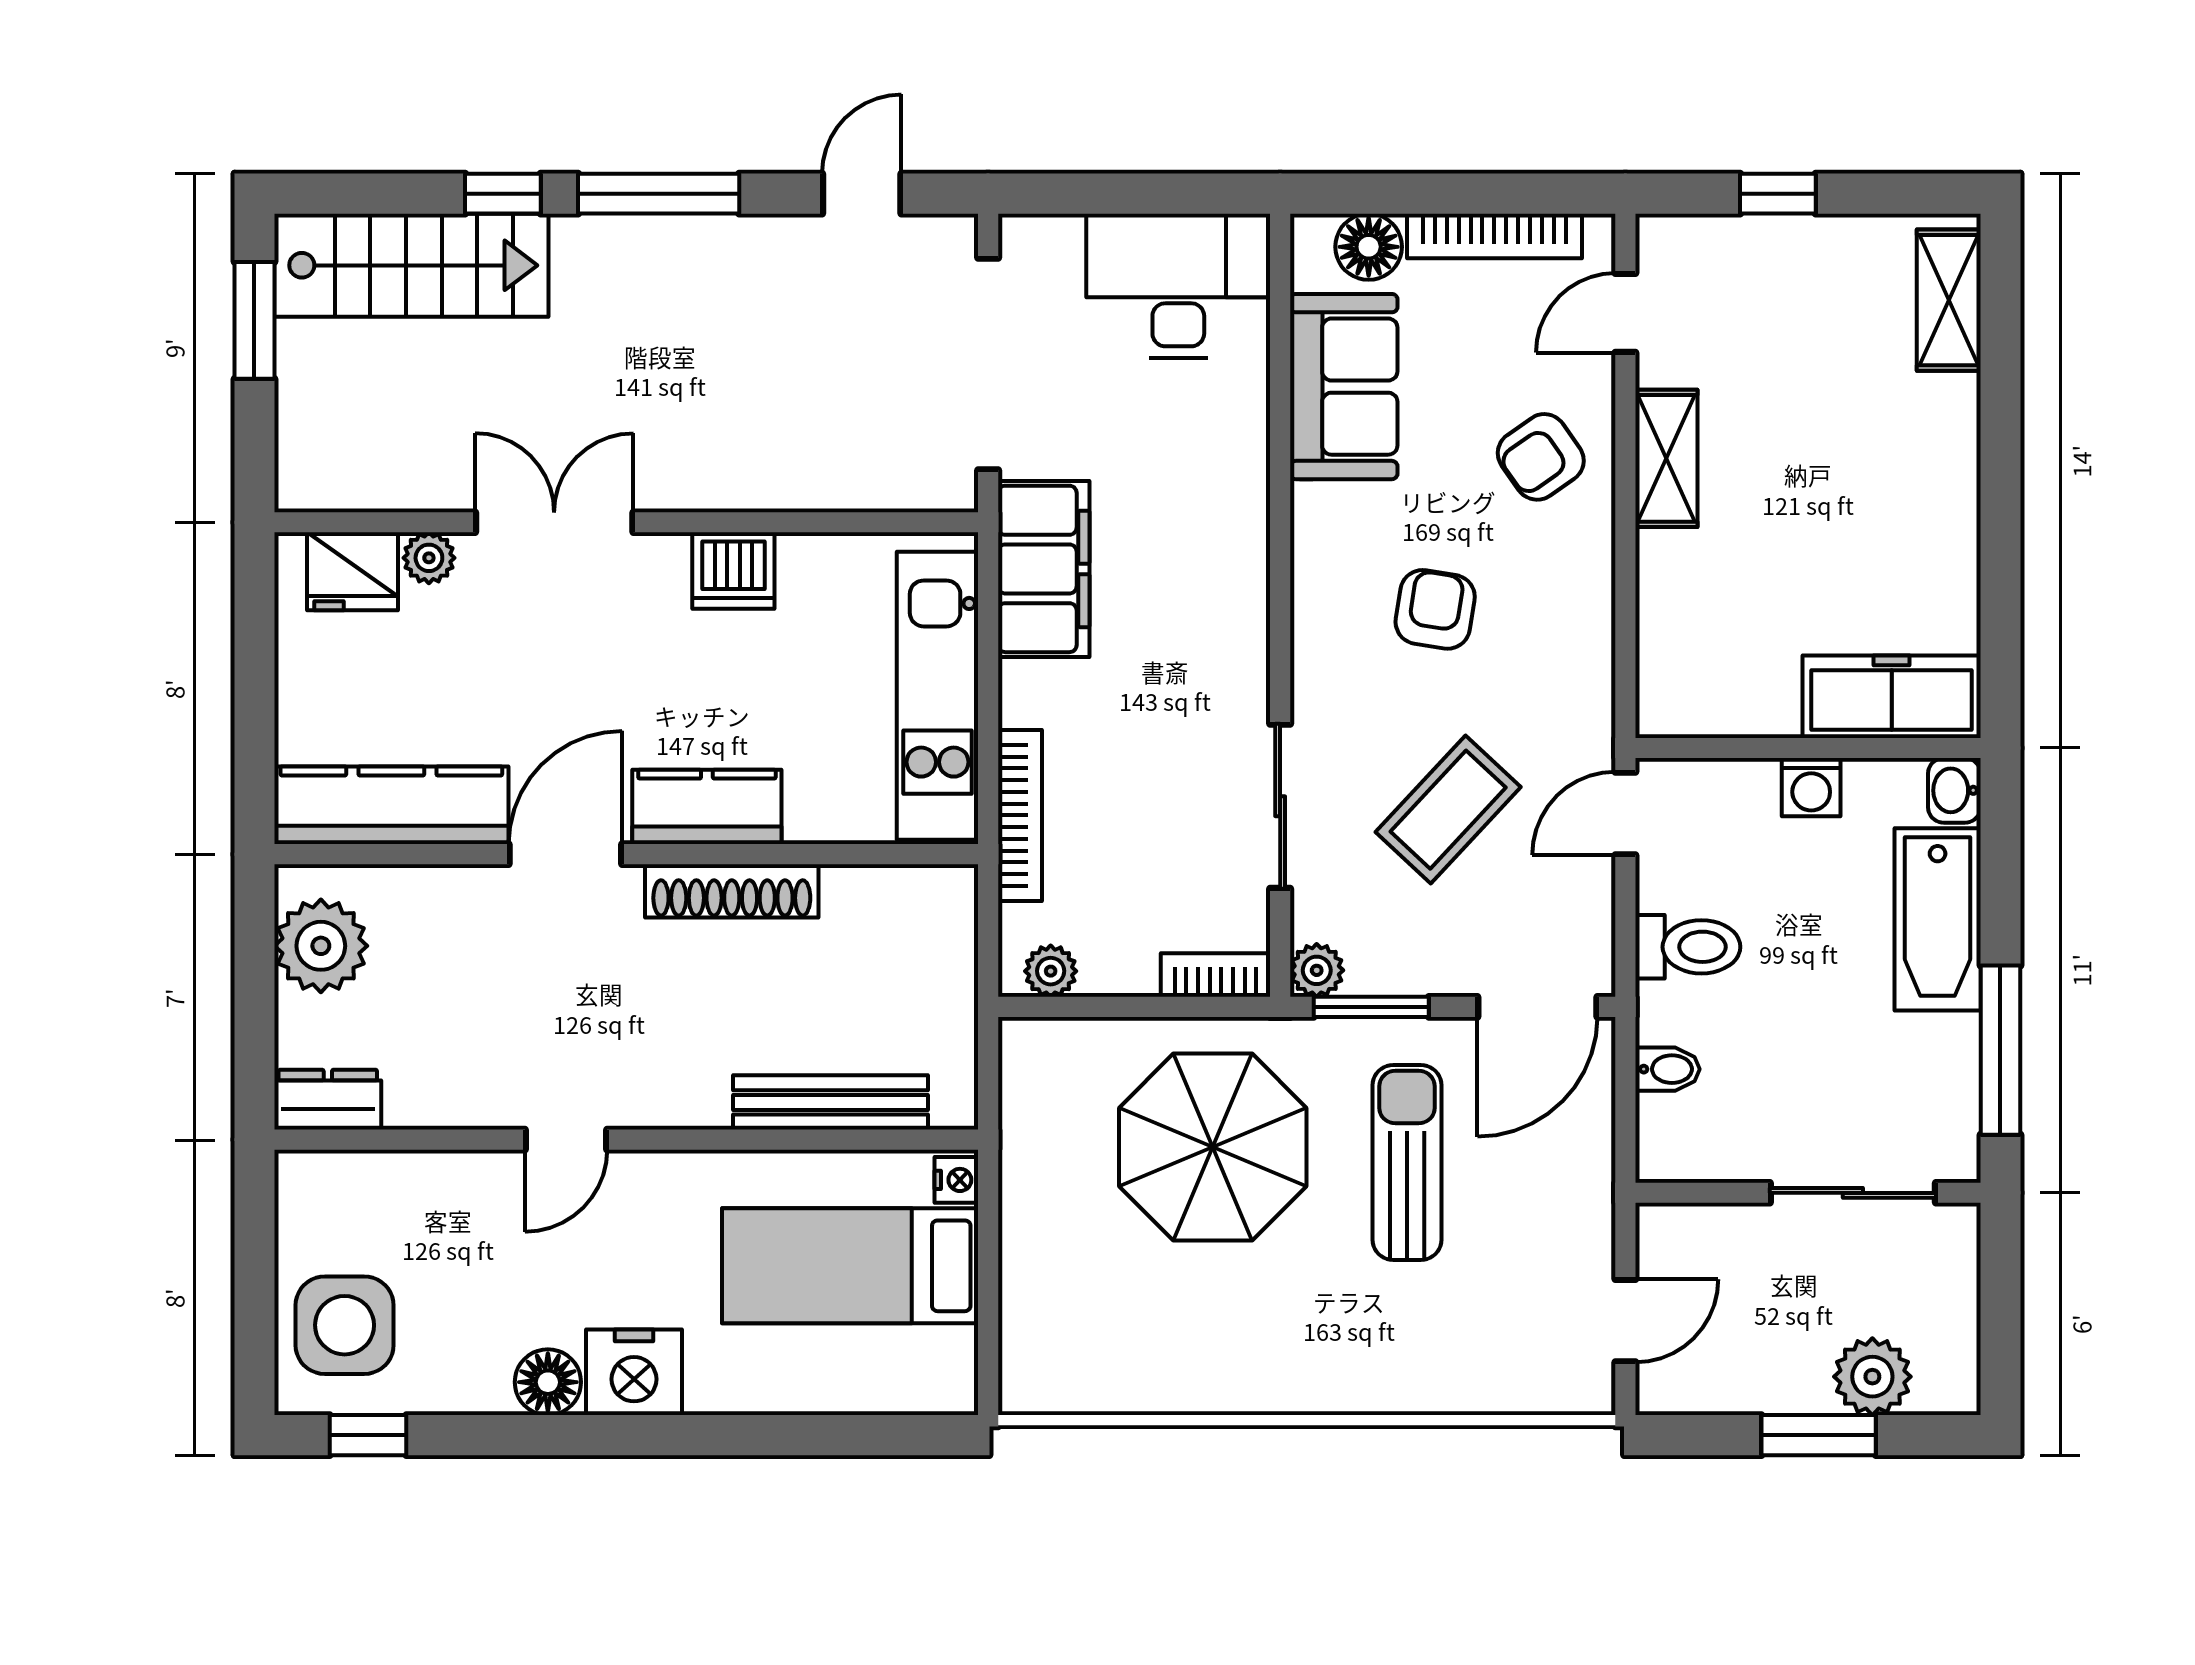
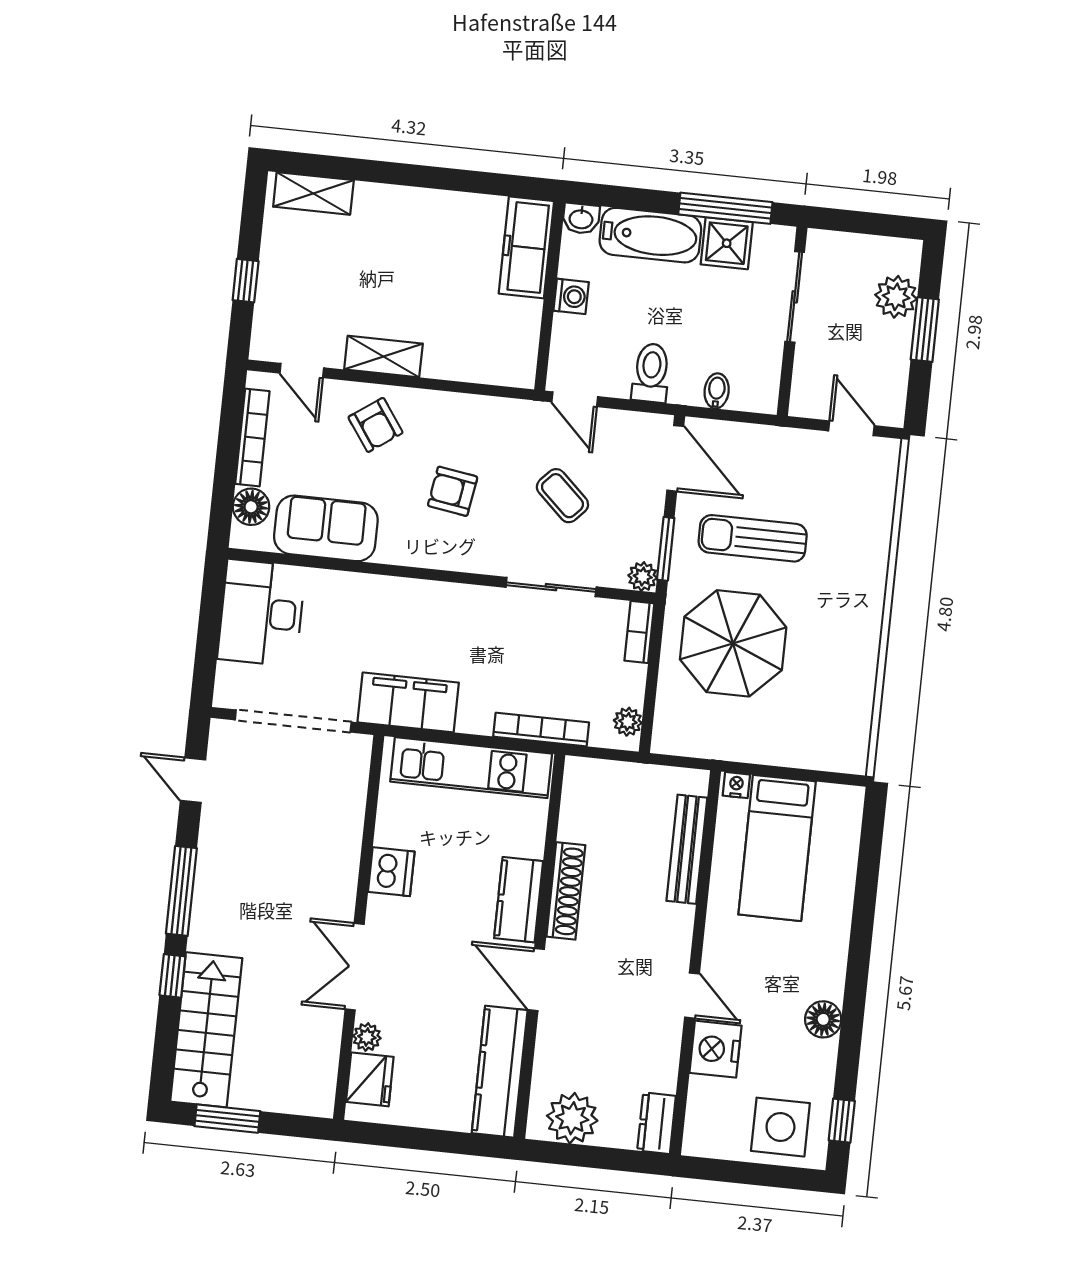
coffee table: (1448, 810) -> (562, 496), width x0.73, depth x0.77
shower: (1937, 1059) -> (727, 243), added
nightstand: (634, 1372) -> (715, 1049), moved, turned 180

